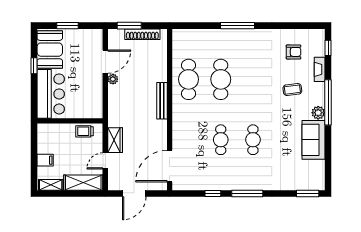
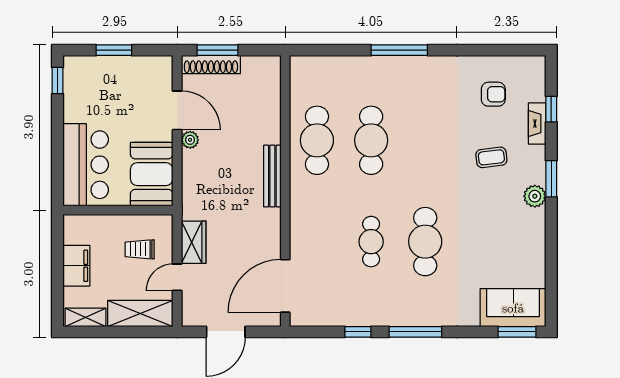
shoe rack: (142, 34) -> (211, 64), moved
window: (328, 48) -> (551, 109), moved
booth: (50, 50) -> (152, 174), moved
door: (105, 62) -> (177, 110), hinge flipped
window: (34, 66) -> (57, 81), moved
window: (328, 102) -> (551, 179), width x0.47
trolley: (84, 131) -> (140, 249), moved
cafe table: (253, 140) -> (425, 242), width x1.37, depth x1.35
sofa: (314, 140) -> (513, 308), moved, turned 90
filing cabinet: (45, 160) -> (76, 266), width x2.00

